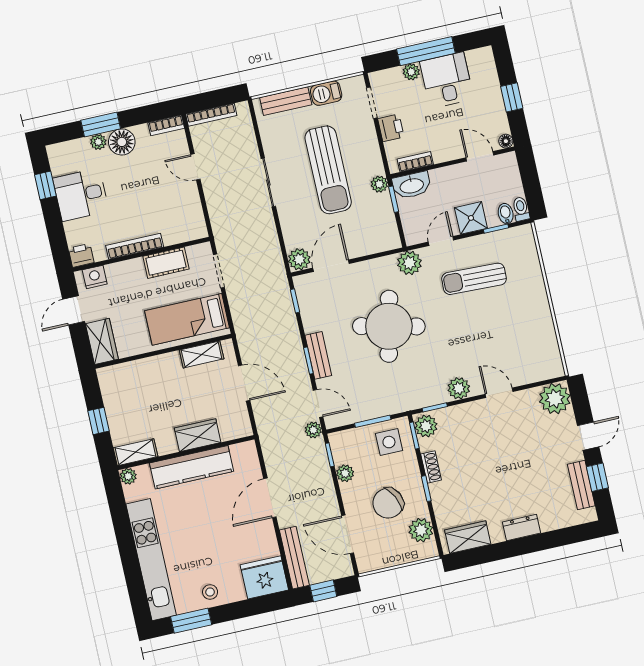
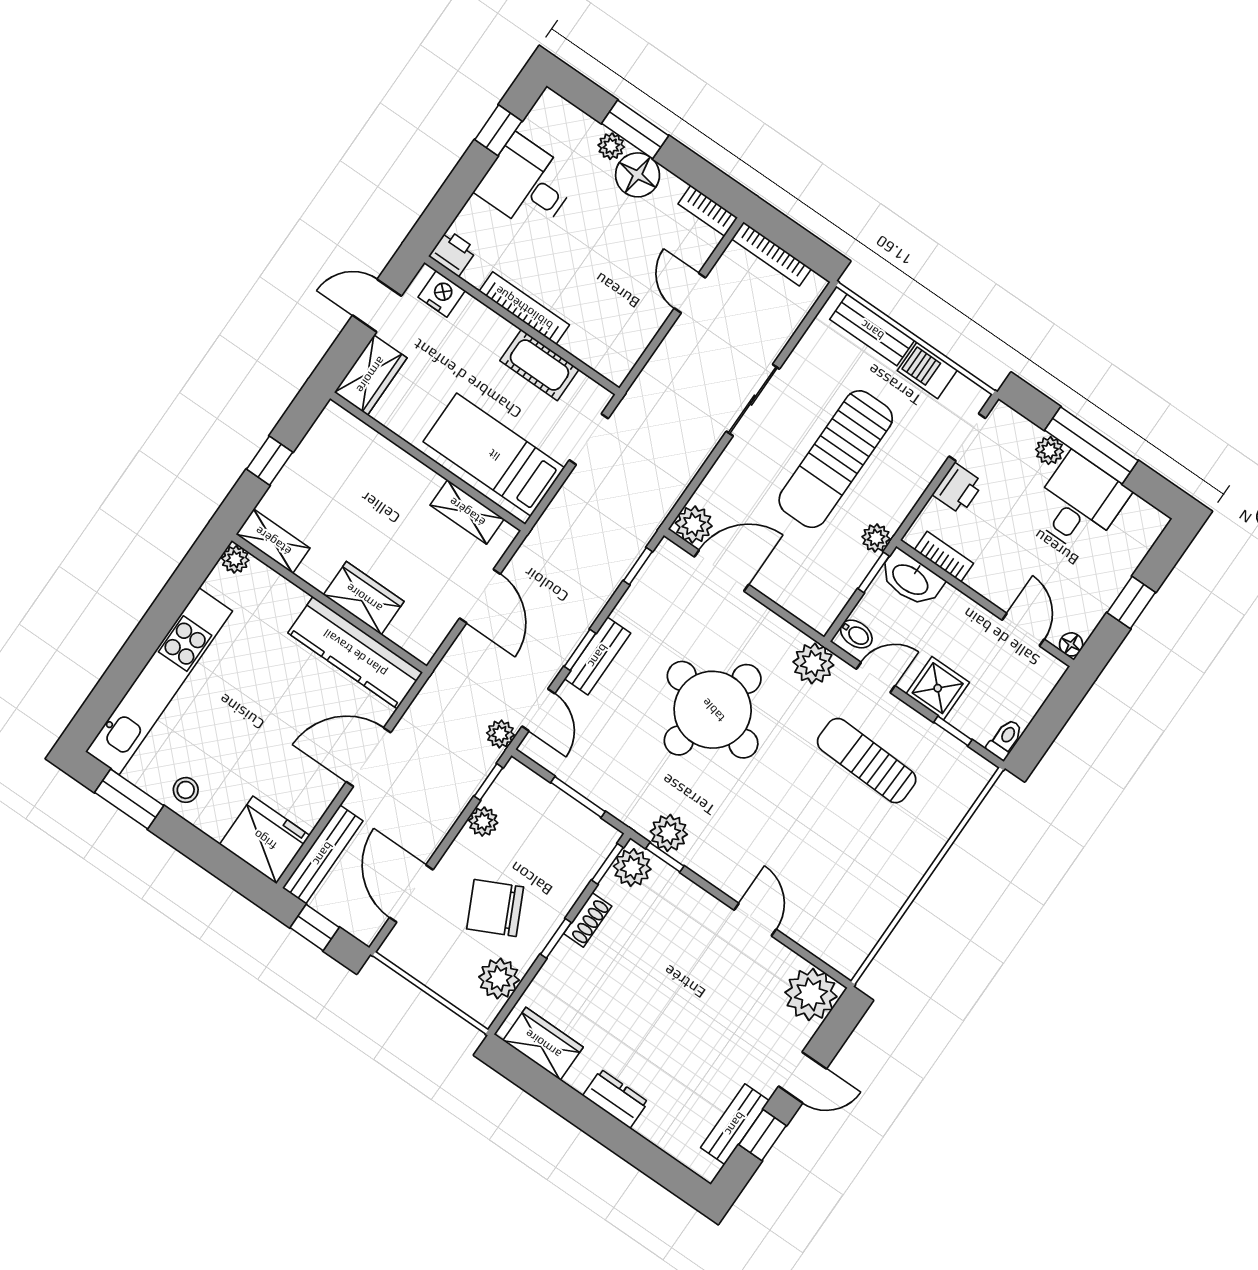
bidet: (506, 214) -> (856, 634), moved, turned 90
plant: (459, 388) -> (669, 833), moved
side table: (389, 442) -> (571, 840), removed
kitchen counter: (192, 467) -> (355, 653), moved

